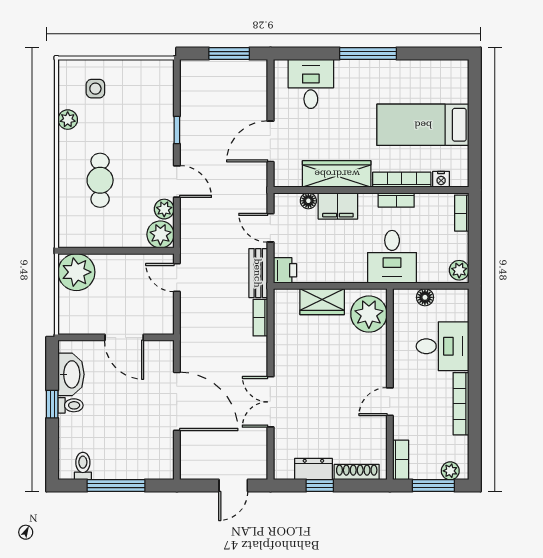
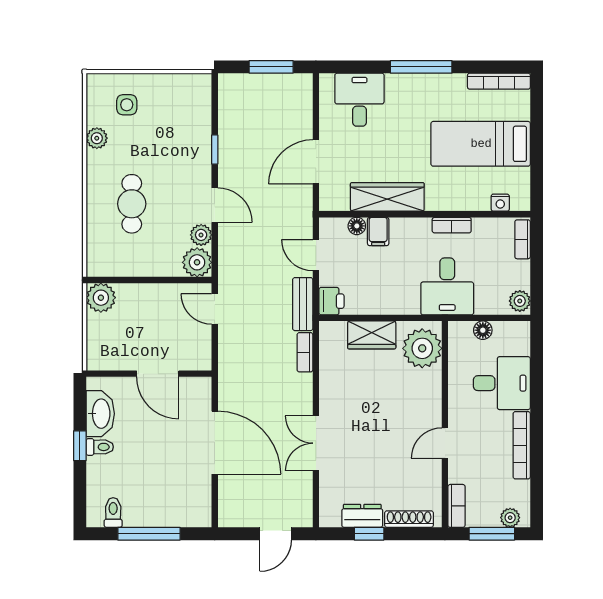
bookcase: (402, 180) -> (499, 81), moved, turned 180
filing cabinet: (338, 206) -> (378, 232), width x0.50
plant: (76, 272) -> (101, 298), width x0.73, depth x0.73

